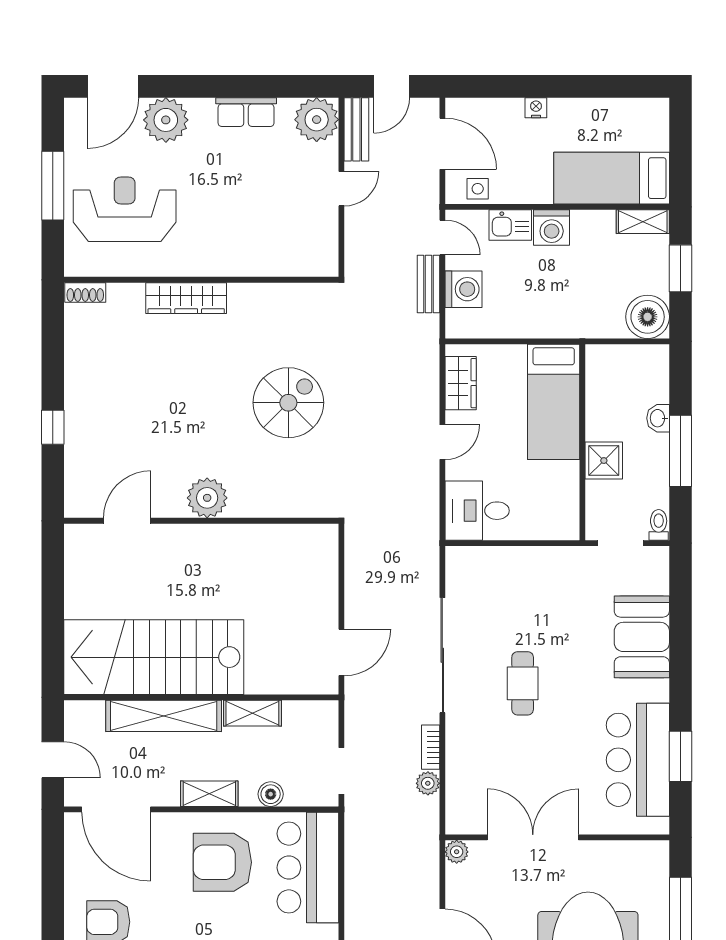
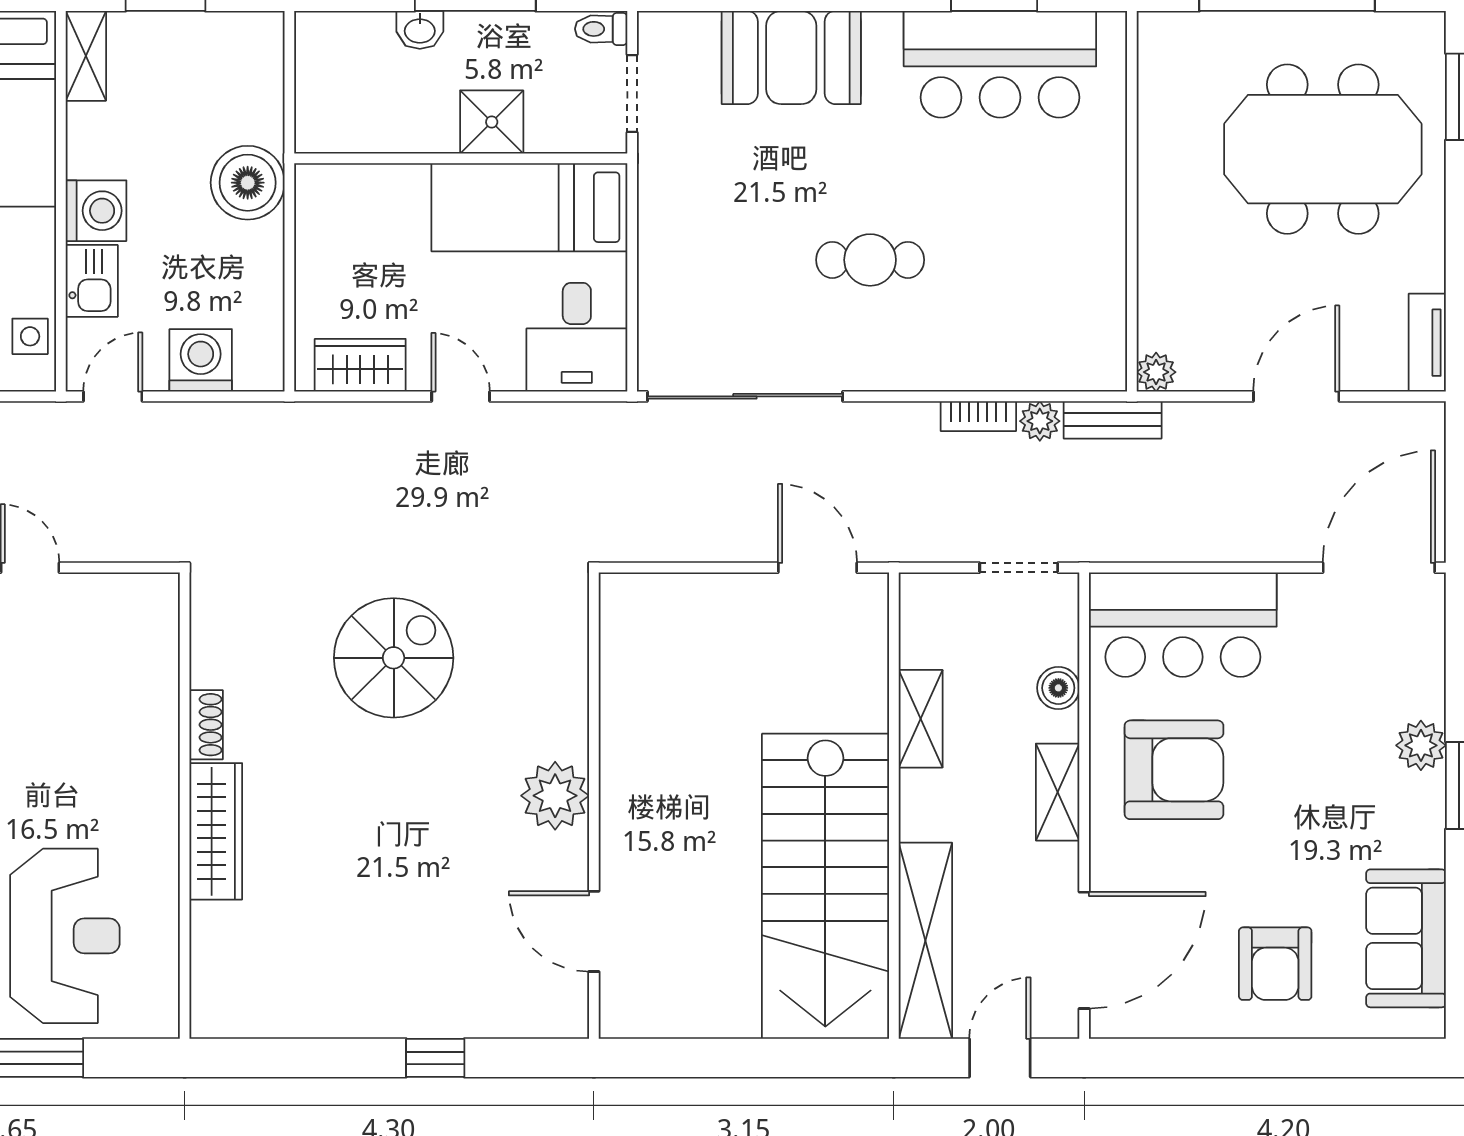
reception desk: (125, 209) -> (65, 936), turned 180
bench: (428, 284) -> (1113, 420), moved
shoe rack: (85, 292) -> (206, 725), moved
boiler: (648, 317) -> (248, 183), moved
bed: (554, 402) -> (529, 207), moved, turned 180
spiral stairs: (288, 403) -> (394, 658), turned 90
sliding door: (442, 655) -> (745, 396), moved
shelving: (164, 716) -> (925, 941), moved
double door: (533, 837) -> (1132, 243), removed
armchair: (222, 862) -> (1174, 770), turned -90

